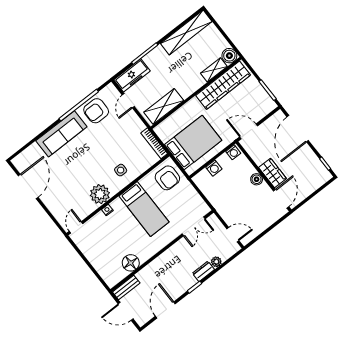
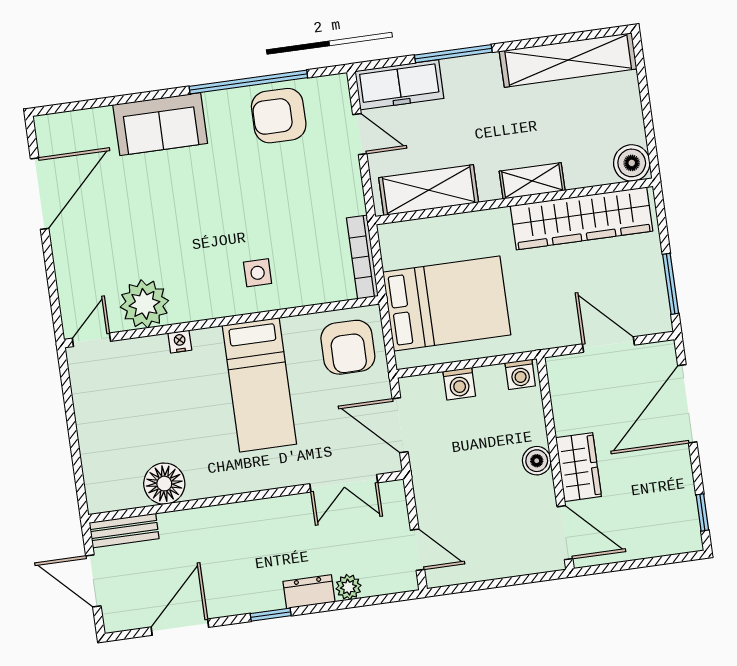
shelving: (214, 70) -> (532, 181), moved
door: (128, 101) -> (360, 134), swing flipped
door: (249, 131) -> (608, 345), moved
sofa: (61, 134) -> (160, 124), width x0.73
plant: (100, 194) -> (144, 304), moved
door: (202, 195) -> (400, 425), added
door: (281, 199) -> (565, 533), hinge flipped

